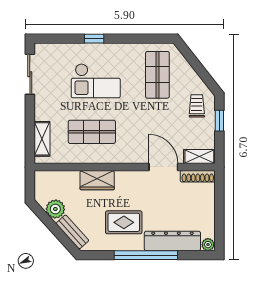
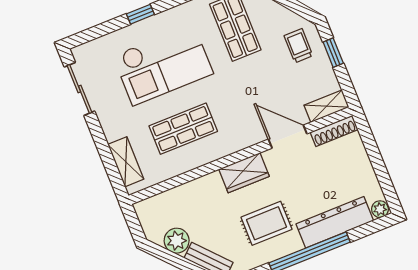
checkout: (96, 81) -> (163, 65), width x1.36, depth x1.21
wardrobe: (97, 180) -> (244, 173), moved

